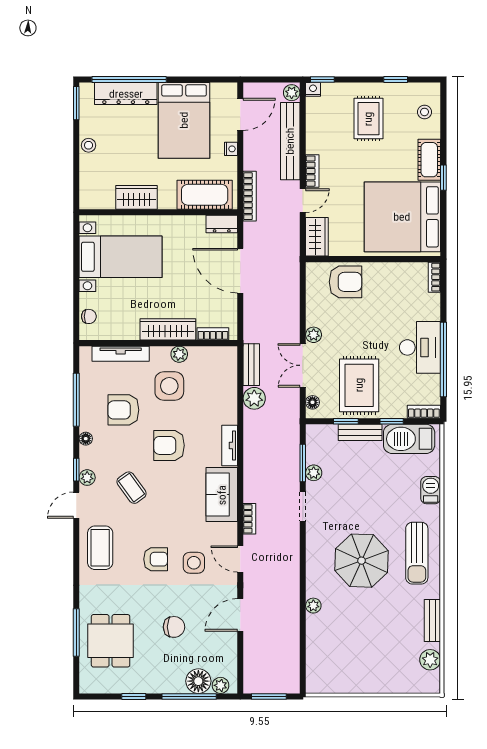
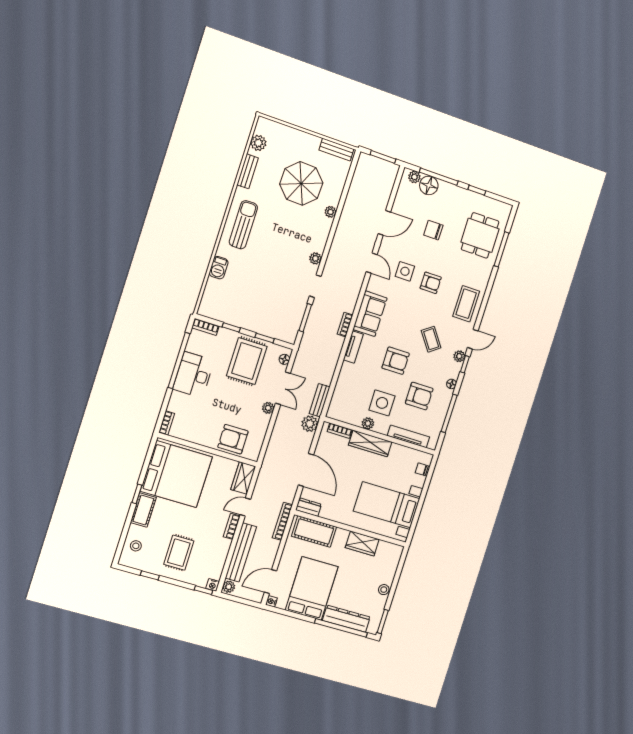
nightstand: (231, 149) -> (271, 601), moved
plant: (254, 398) -> (310, 424), moved
bench: (360, 432) -> (336, 150), moved
barbecue: (409, 439) -> (223, 310), removed
plant: (314, 473) -> (315, 258), moved
bookcase: (249, 519) -> (345, 325), moved
armchair: (156, 559) -> (431, 283), turned 180
parasol: (362, 561) -> (301, 184), moved

